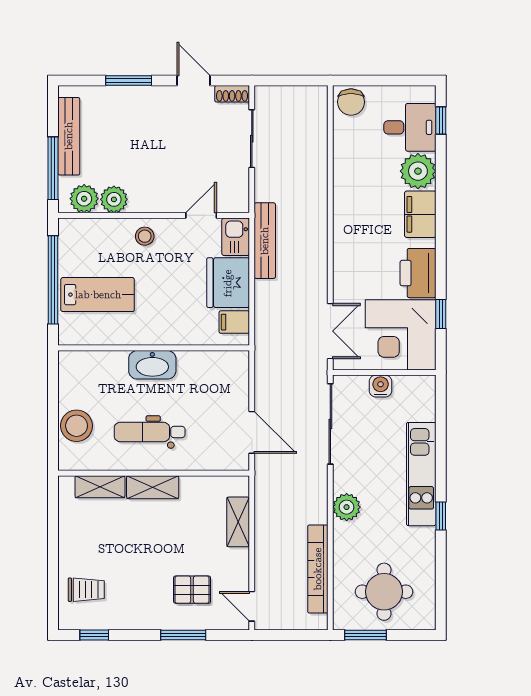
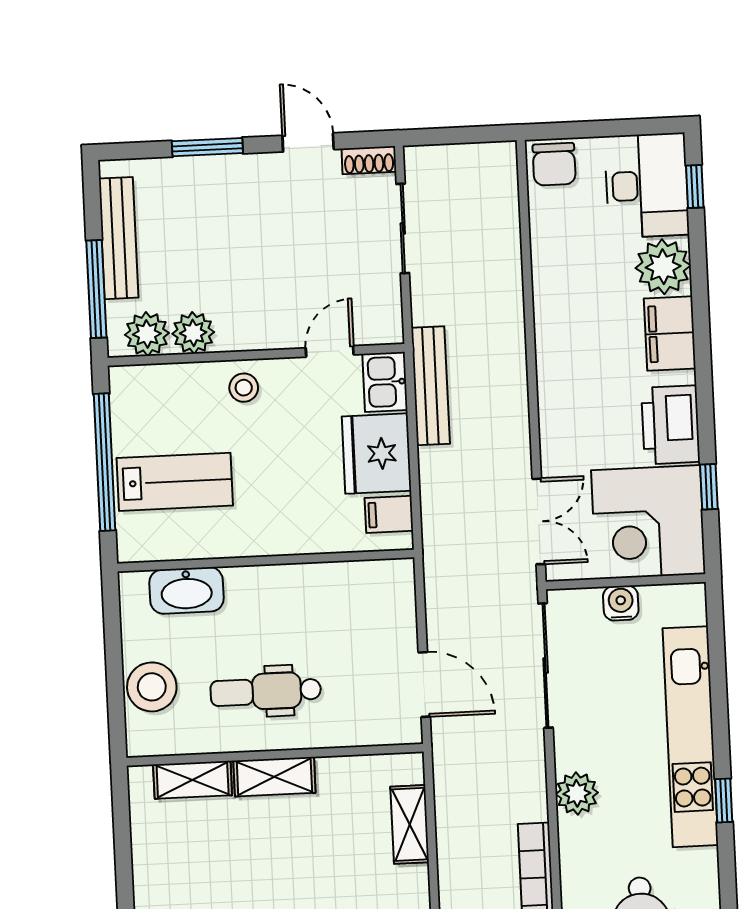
desk: (410, 127) -> (647, 185), width x1.37
washbasin: (152, 365) -> (187, 590), moved
kitchen unit: (421, 474) -> (690, 737), width x1.36

